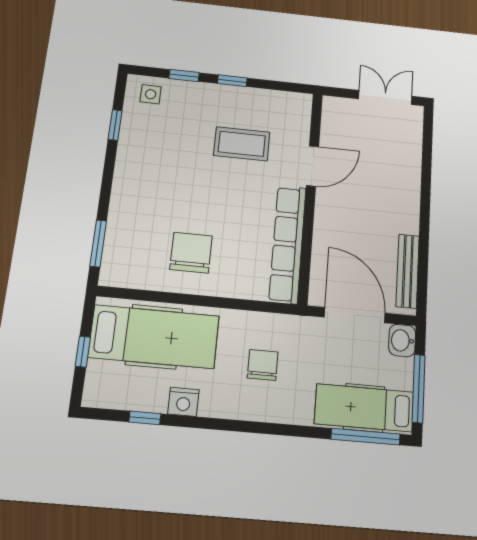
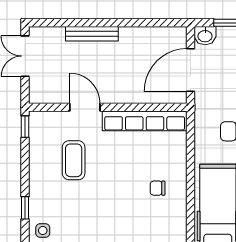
window: (232, 81) -> (25, 127), moved
chair: (191, 253) -> (158, 188), width x0.54, depth x0.54
bench: (408, 271) -> (92, 34), moved

